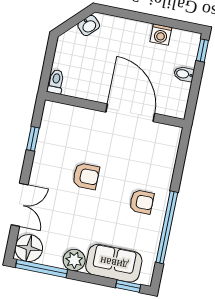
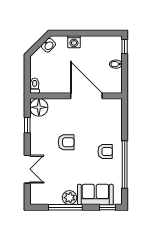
washing machine: (161, 35) -> (74, 42), moved
floor lamp: (29, 248) -> (39, 107), moved
window: (42, 269) -> (65, 207), moved

